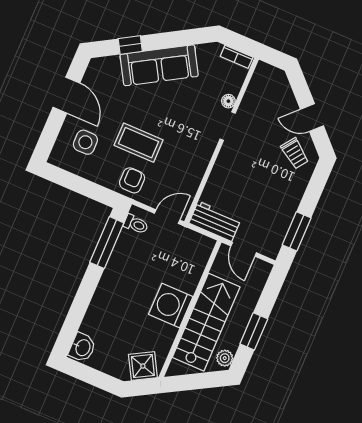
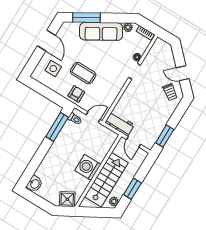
window: (130, 45) -> (86, 18), width x2.17
plant: (205, 51) -> (128, 27), added

